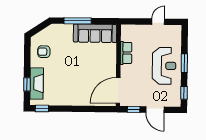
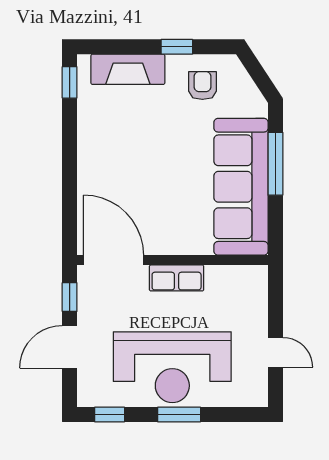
sofa: (95, 33) -> (241, 187), width x1.36, depth x1.27
row of seats: (126, 53) -> (177, 278), moved
reception desk: (164, 66) -> (172, 367), width x1.36, depth x1.30
window: (27, 84) -> (177, 47), moved

